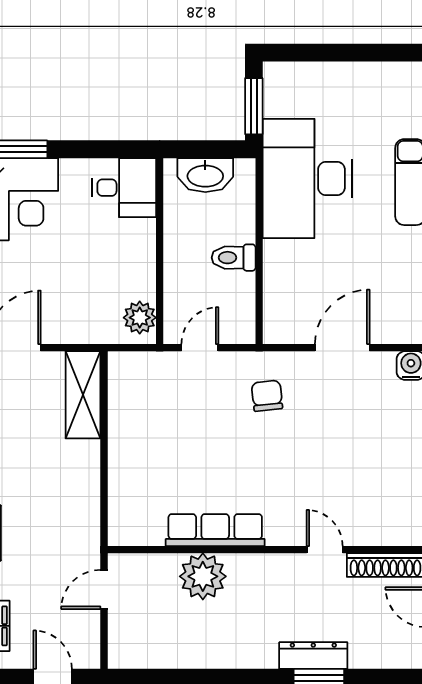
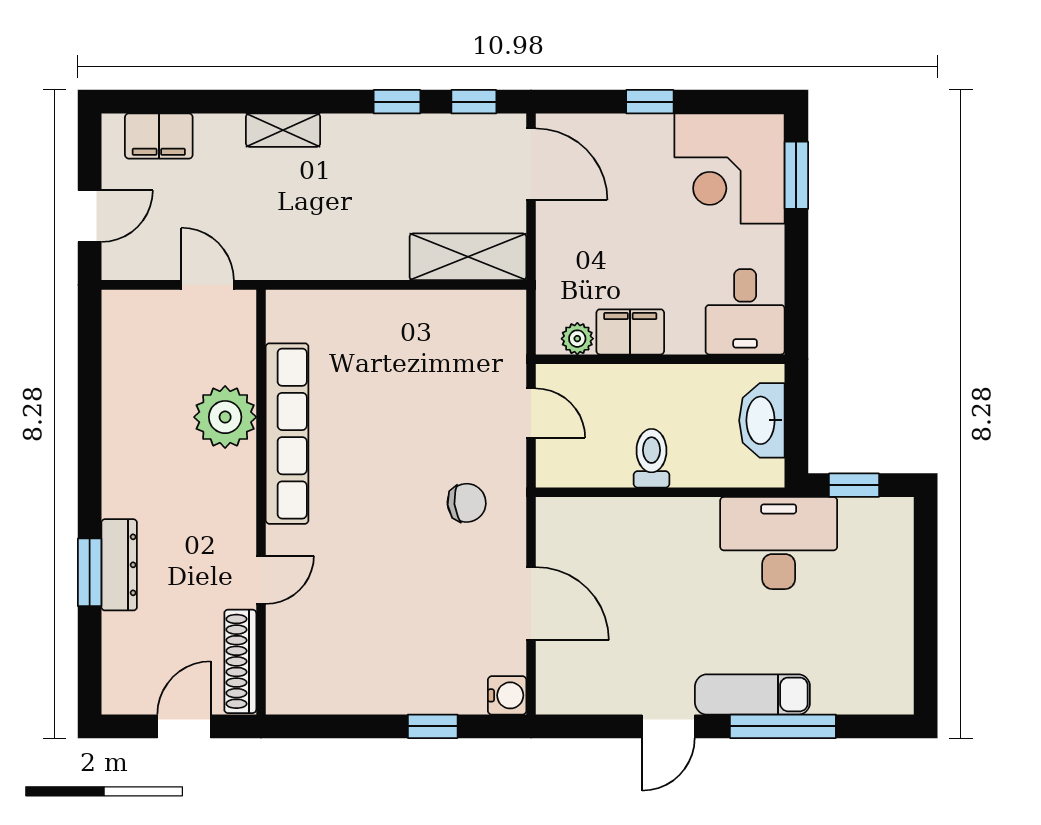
window: (254, 106) -> (854, 485), width x0.67
desk: (307, 178) -> (779, 543), width x0.73, depth x0.77
filing cabinet: (139, 273) -> (630, 332), added
plant: (140, 318) -> (577, 339), width x0.73, depth x0.73
row of seats: (215, 530) -> (287, 434), width x1.36

